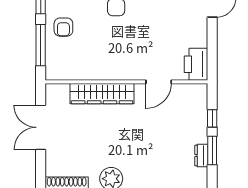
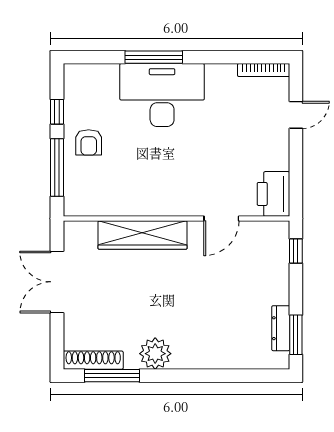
window: (212, 118) -> (296, 251), moved
window: (212, 151) -> (296, 335), moved
dresser: (201, 156) -> (281, 328), width x1.44

